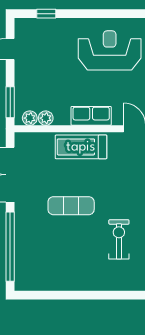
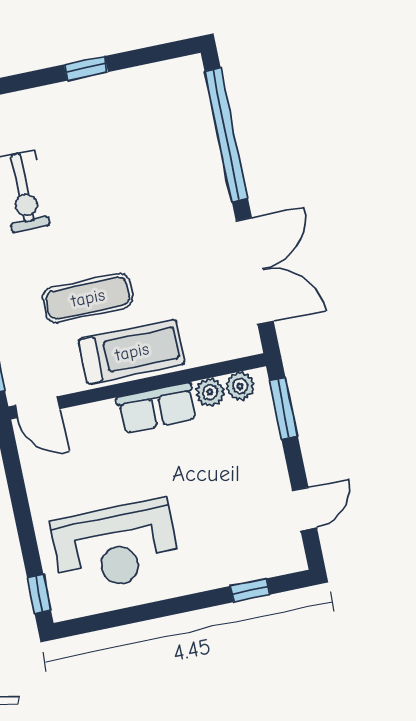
row of seats: (91, 116) -> (157, 408), moved
exercise mat: (71, 206) -> (88, 298), moved
window: (74, 295) -> (86, 68), added

